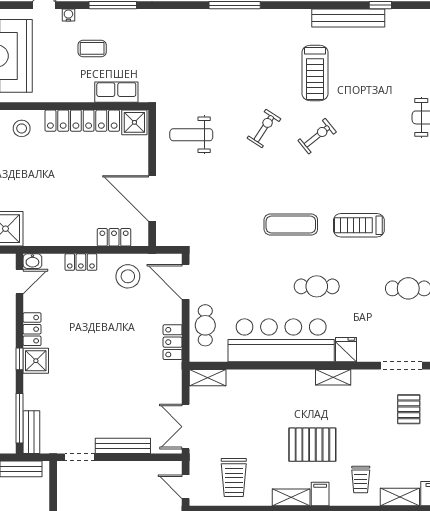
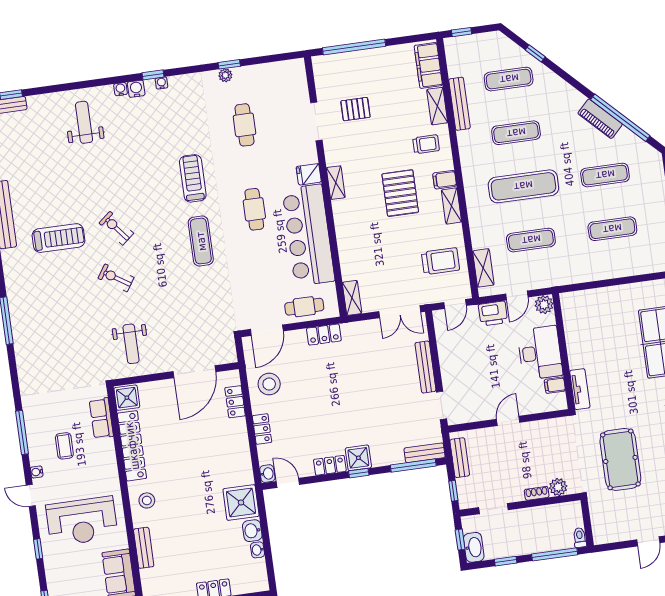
treadmill: (359, 225) -> (193, 178), turned 180

